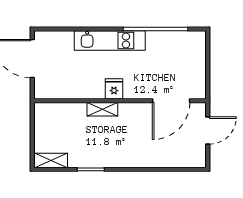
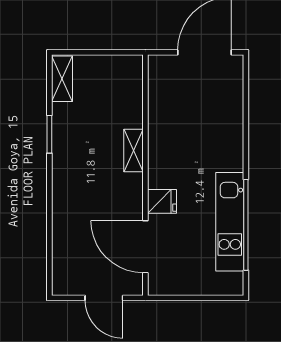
kitchen unit: (110, 40) -> (230, 222), moved
fridge: (114, 89) -> (162, 201), moved

